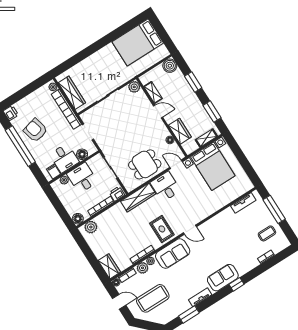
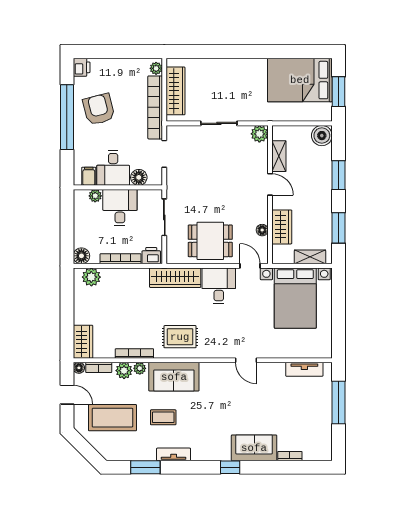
window: (164, 35) -> (338, 92), added
rug: (162, 229) -> (180, 337), turned 90
door: (190, 230) -> (246, 360), moved
coffee table: (267, 233) -> (163, 417), moved
sofa: (223, 278) -> (254, 448), moved

